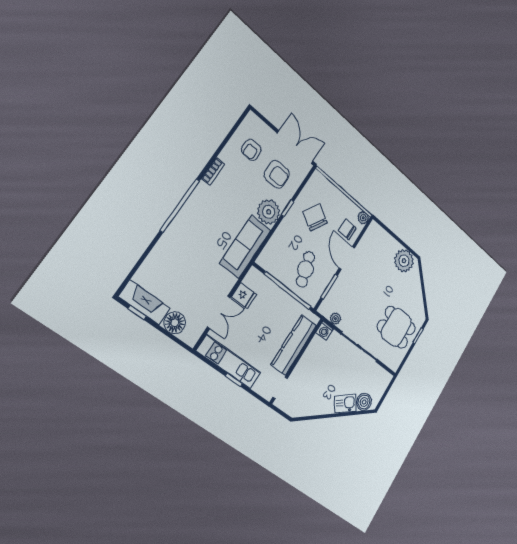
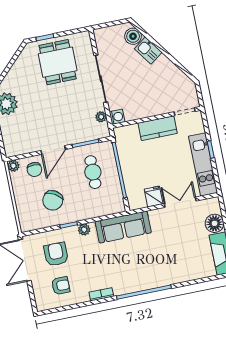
plant: (269, 212) -> (84, 230), width x0.53, depth x0.53
cafe table: (305, 269) -> (93, 172), turned -73
kitchen counter: (294, 345) -> (158, 128), width x0.67

